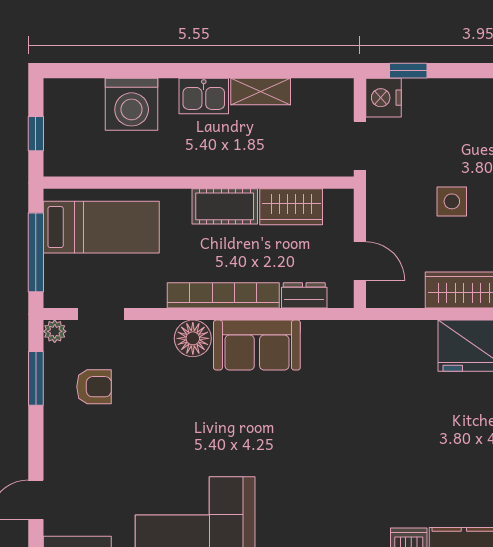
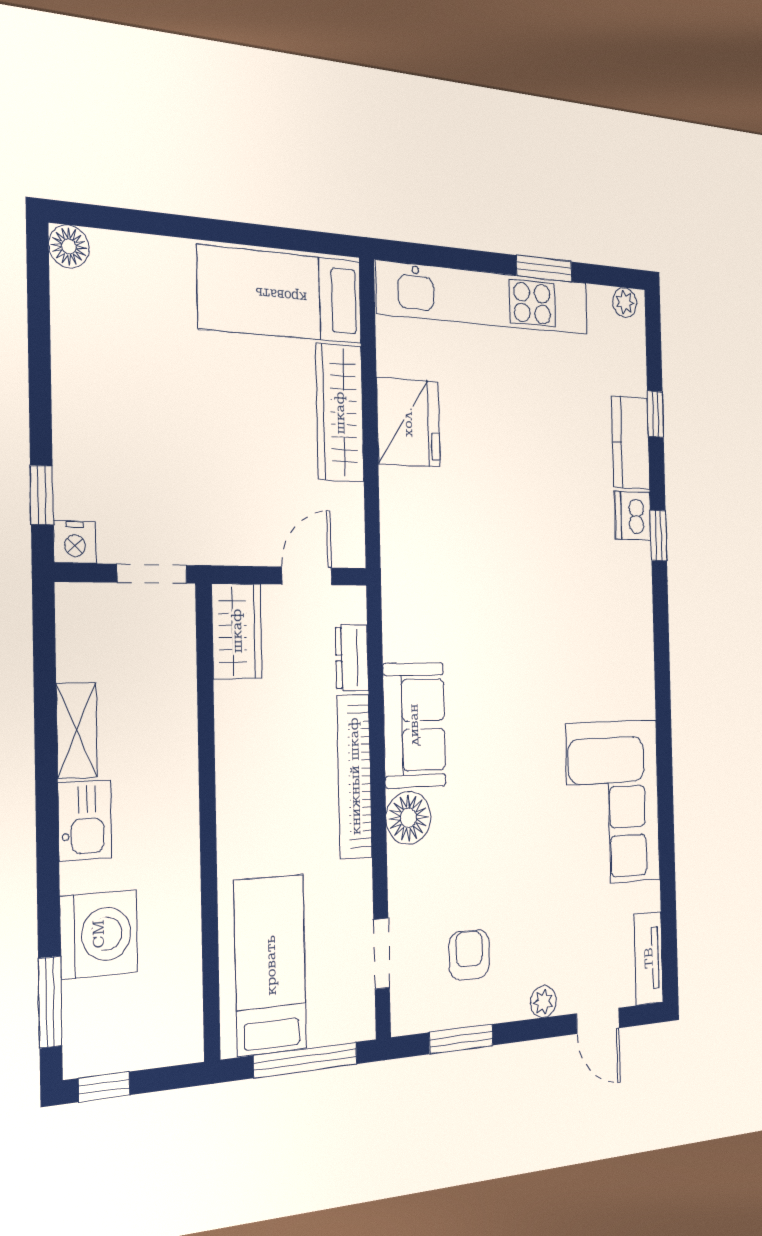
window: (92, 71) -> (50, 1002), added
nightstand: (383, 98) -> (75, 542), width x0.74, depth x0.75
window: (36, 134) -> (104, 1087), moved
side table: (452, 201) -> (226, 436), removed
cot: (225, 206) -> (239, 780), removed
wardrobe: (291, 207) -> (237, 631), moved
plant: (55, 331) -> (543, 1002), moved

